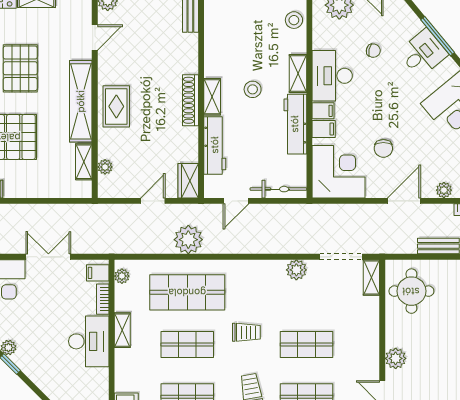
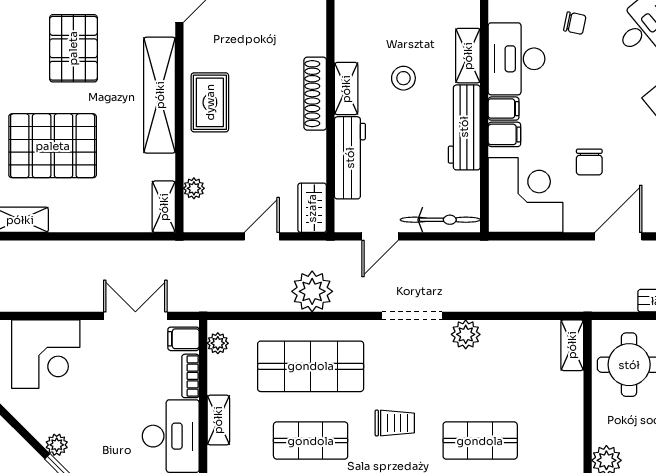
shelving: (84, 162) -> (164, 207), moved
double door: (48, 257) -> (135, 316), moved
doorway: (341, 257) -> (412, 316), moved

